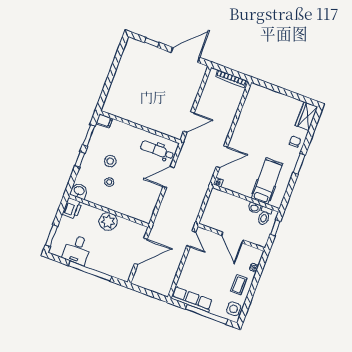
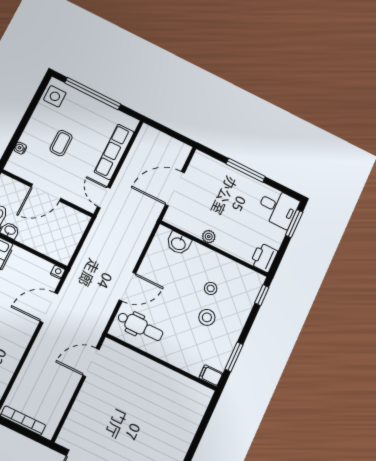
window: (80, 159) -> (262, 295), moved
washbasin: (79, 191) -> (179, 243), moved
plant: (108, 222) -> (209, 237), width x0.53, depth x0.53
door: (232, 238) -> (46, 193), swing flipped
desk: (77, 250) -> (278, 208), moved, turned 90
window: (90, 271) -> (246, 170), width x0.68
coffee table: (239, 285) -> (61, 143), moved
row of seats: (192, 299) -> (114, 152), moved, turned 90

